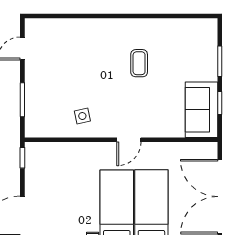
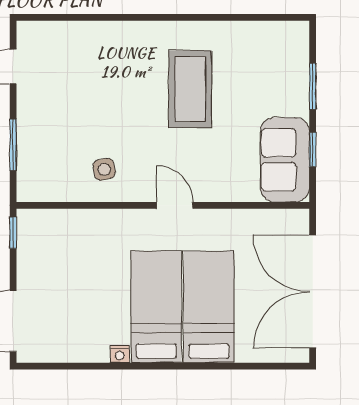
coffee table: (139, 63) -> (190, 89), width x1.86, depth x1.72
door: (129, 140) -> (175, 205), swing flipped

